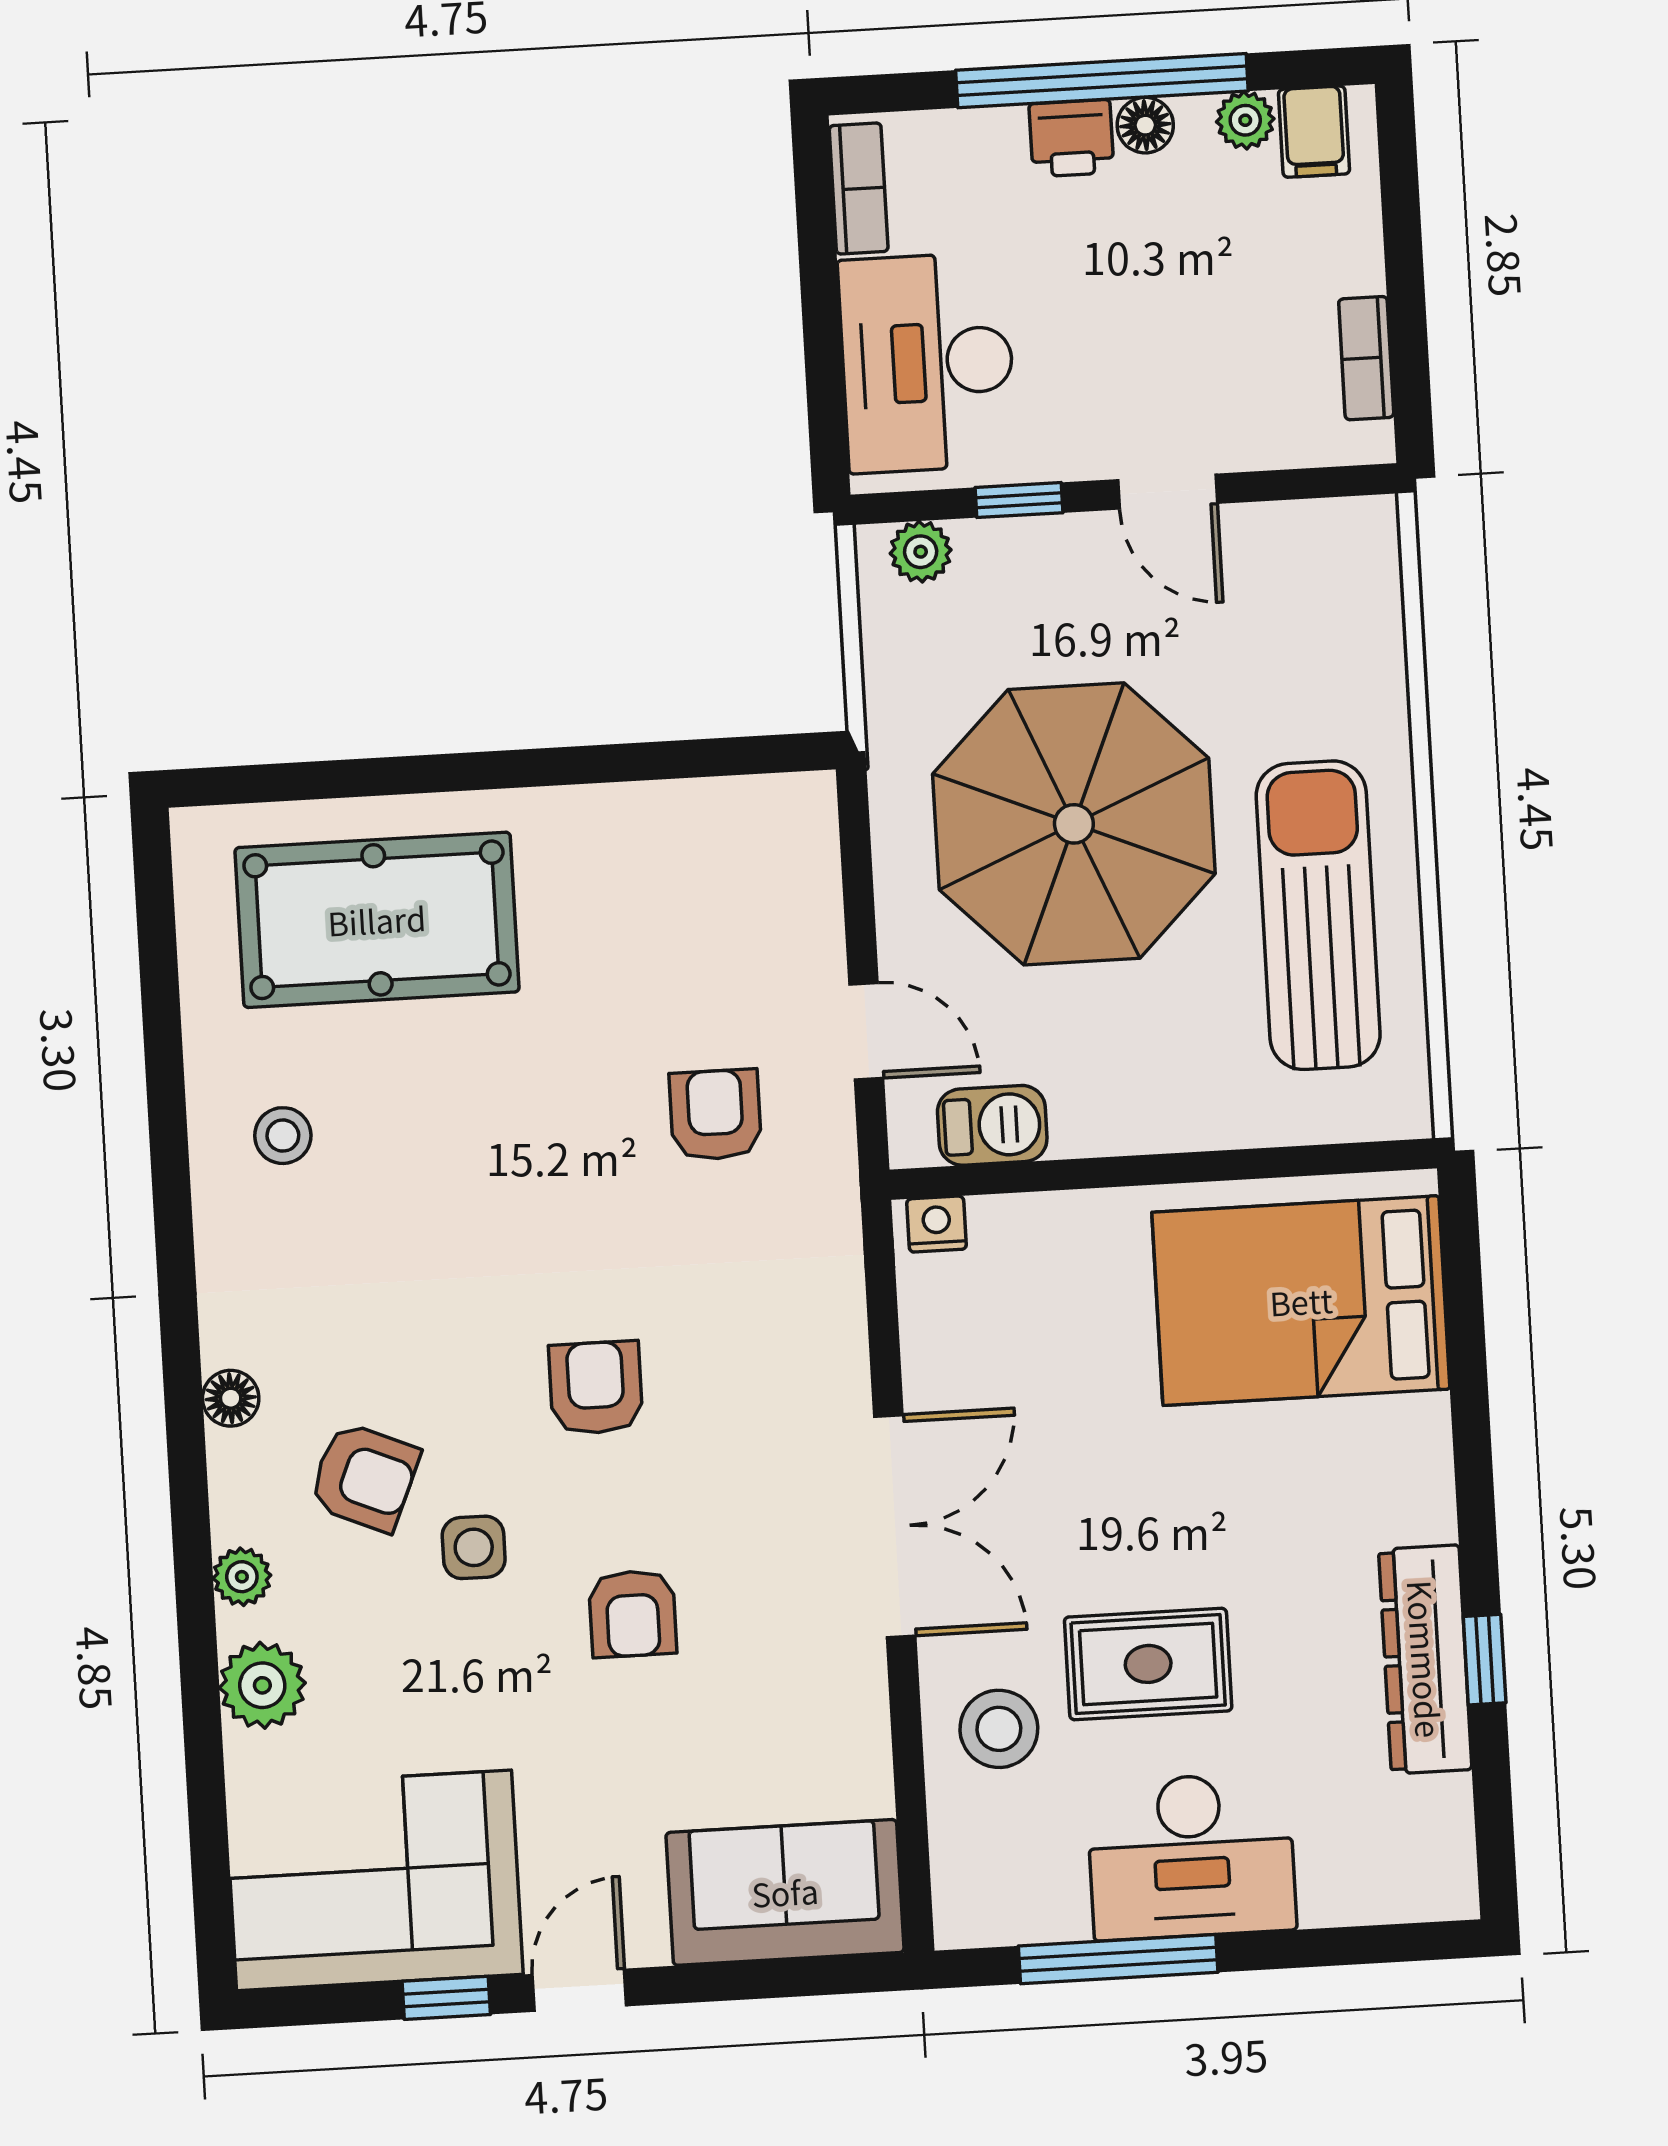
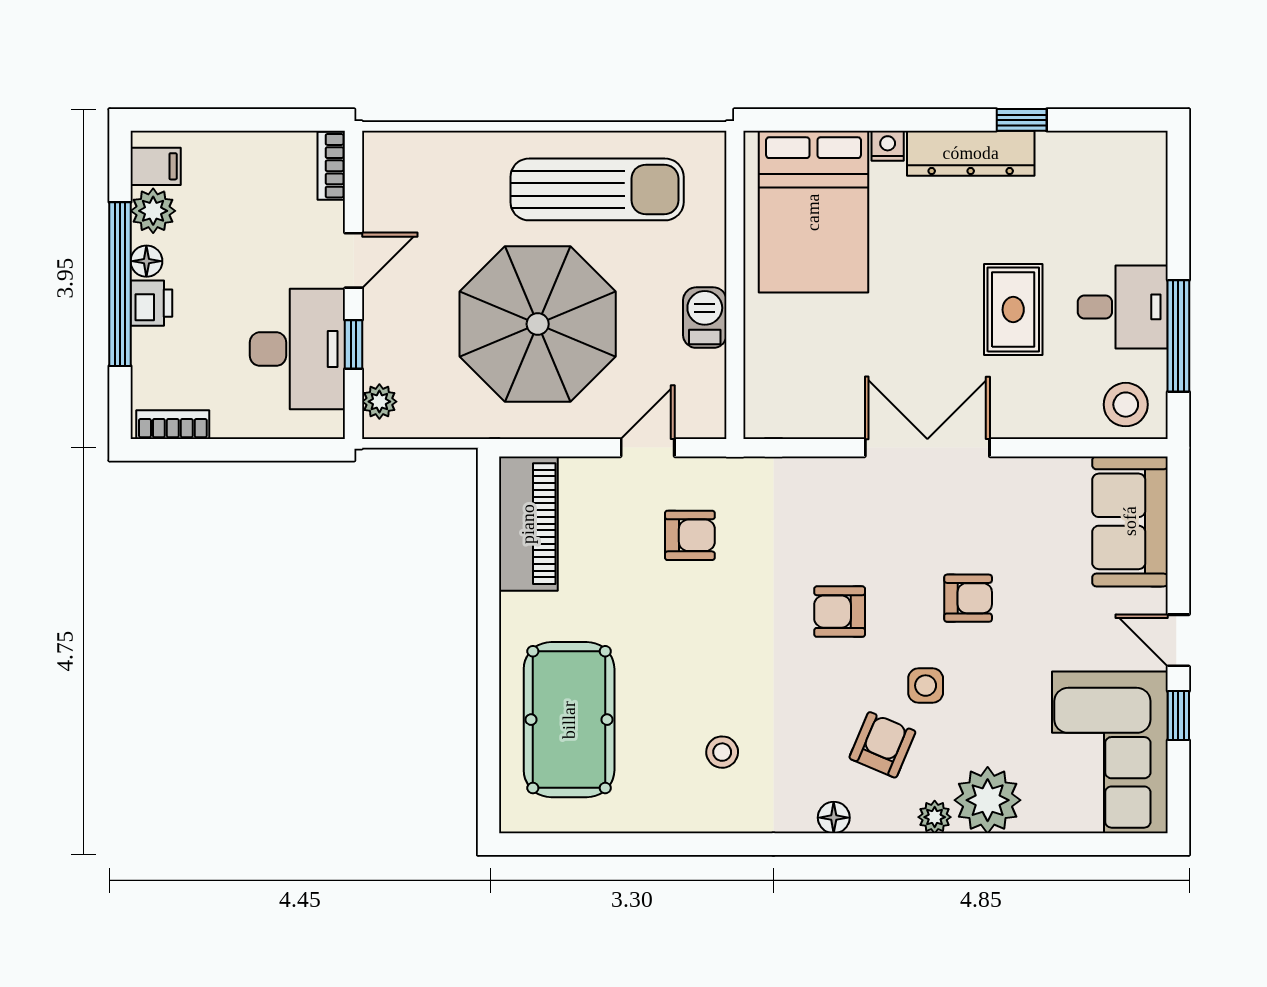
plant: (1245, 120) -> (153, 211), width x1.38, depth x1.38
bookcase: (1366, 358) -> (331, 166), moved, turned 90
desk: (927, 363) -> (297, 349), moved, turned -90
piano: (720, 828) -> (528, 524), added
sun lounger: (1318, 915) -> (597, 189), turned 180
armchair: (715, 1115) -> (690, 535), turned 180
barbecue: (992, 1125) -> (705, 318), moved
stool: (283, 1136) -> (722, 752), moved
nightstand: (937, 1224) -> (888, 146), moved, turned 90
dresser: (1425, 1659) -> (971, 153), moved
plant: (262, 1685) -> (988, 800), width x1.36, depth x1.36
stool: (999, 1729) -> (1126, 405), moved
desk: (1191, 1856) -> (1123, 307), width x0.73

